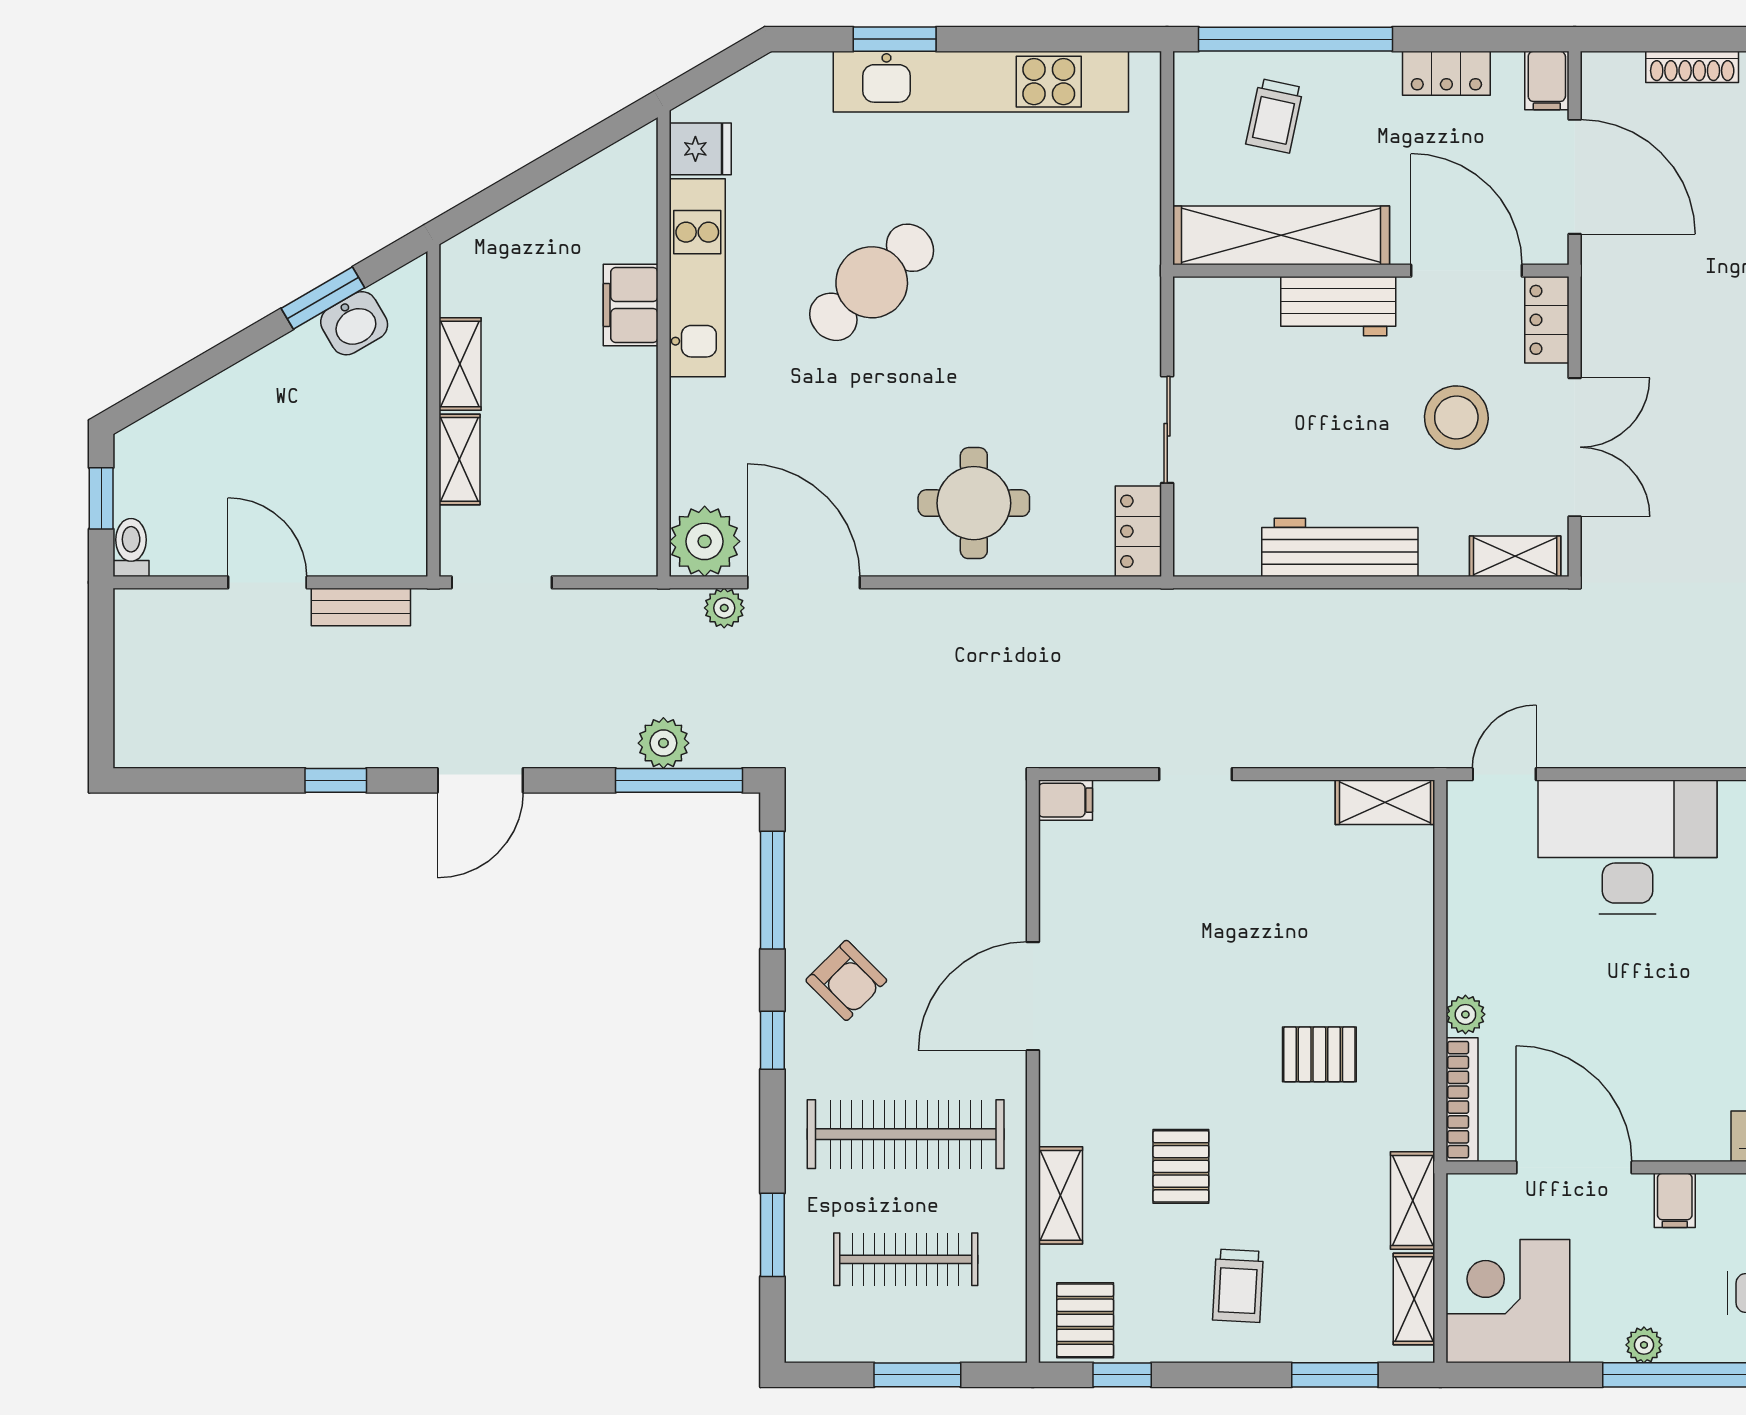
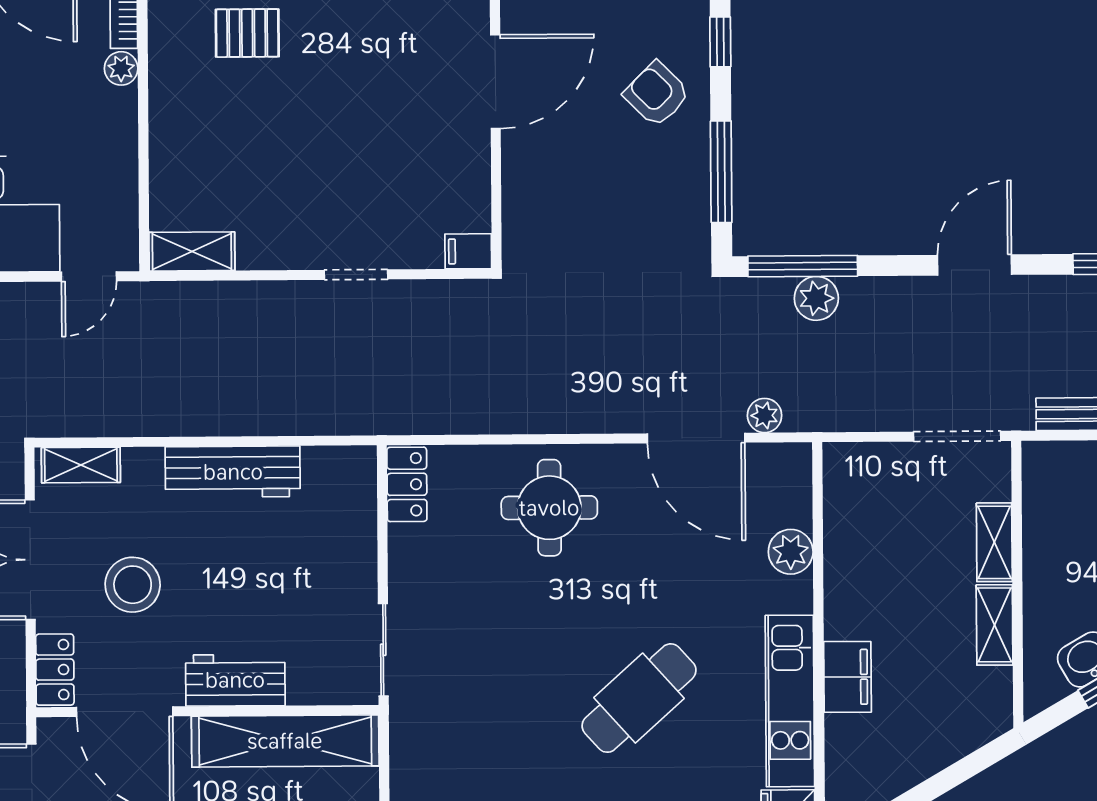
sliding door: (1167, 430) -> (383, 650), moved
plant: (705, 541) -> (791, 552), moved, width x0.73, depth x0.73

